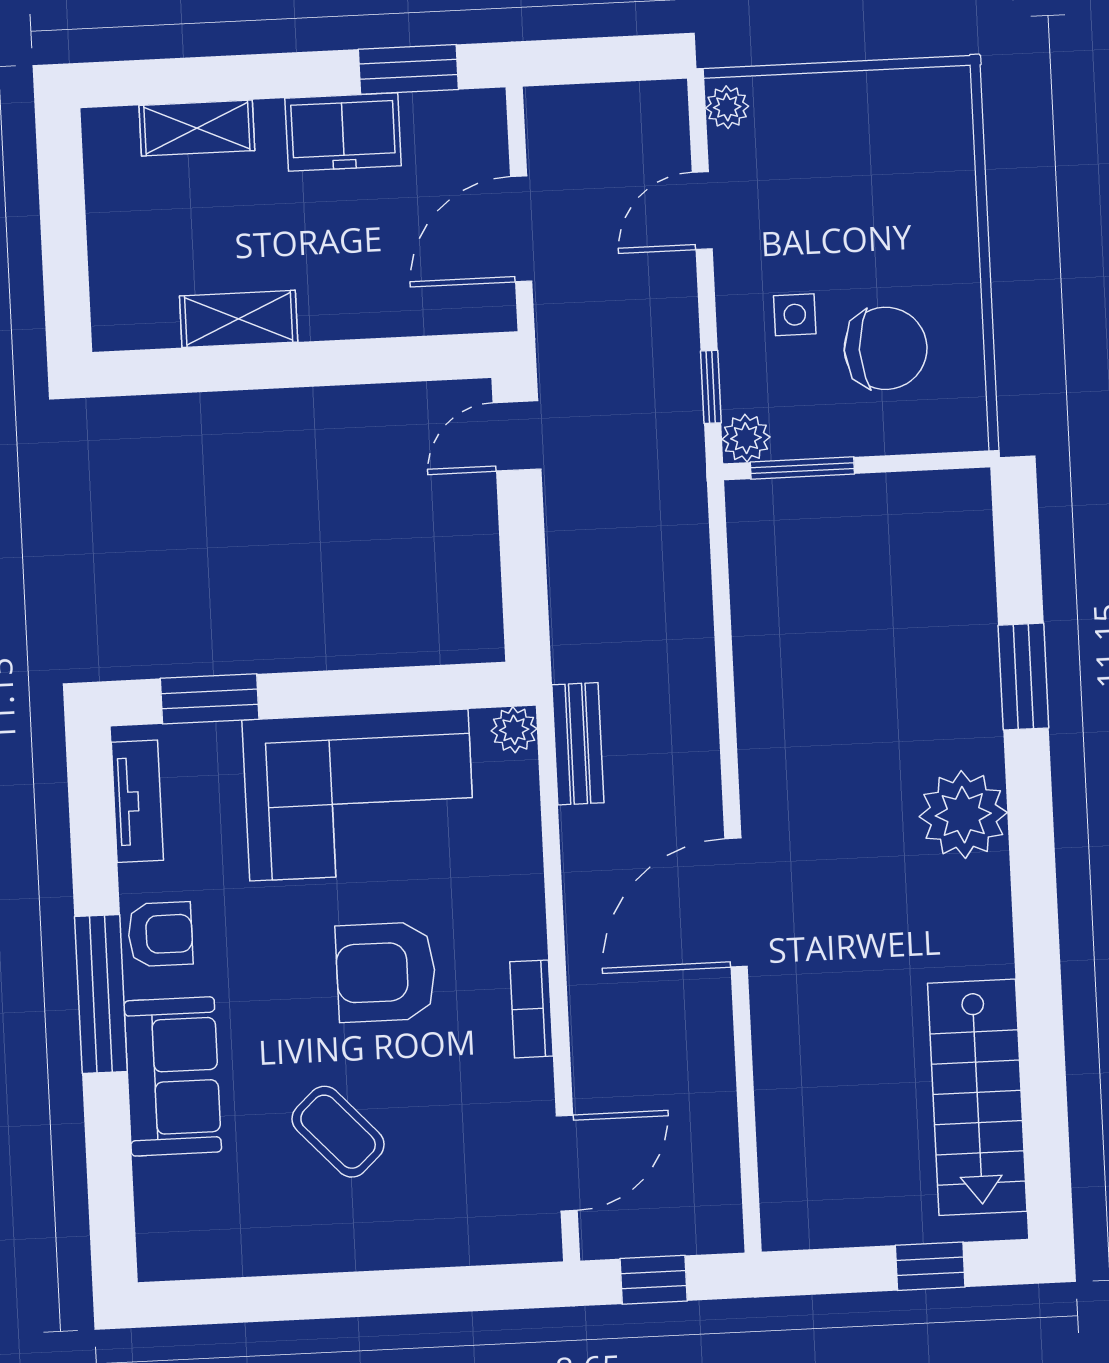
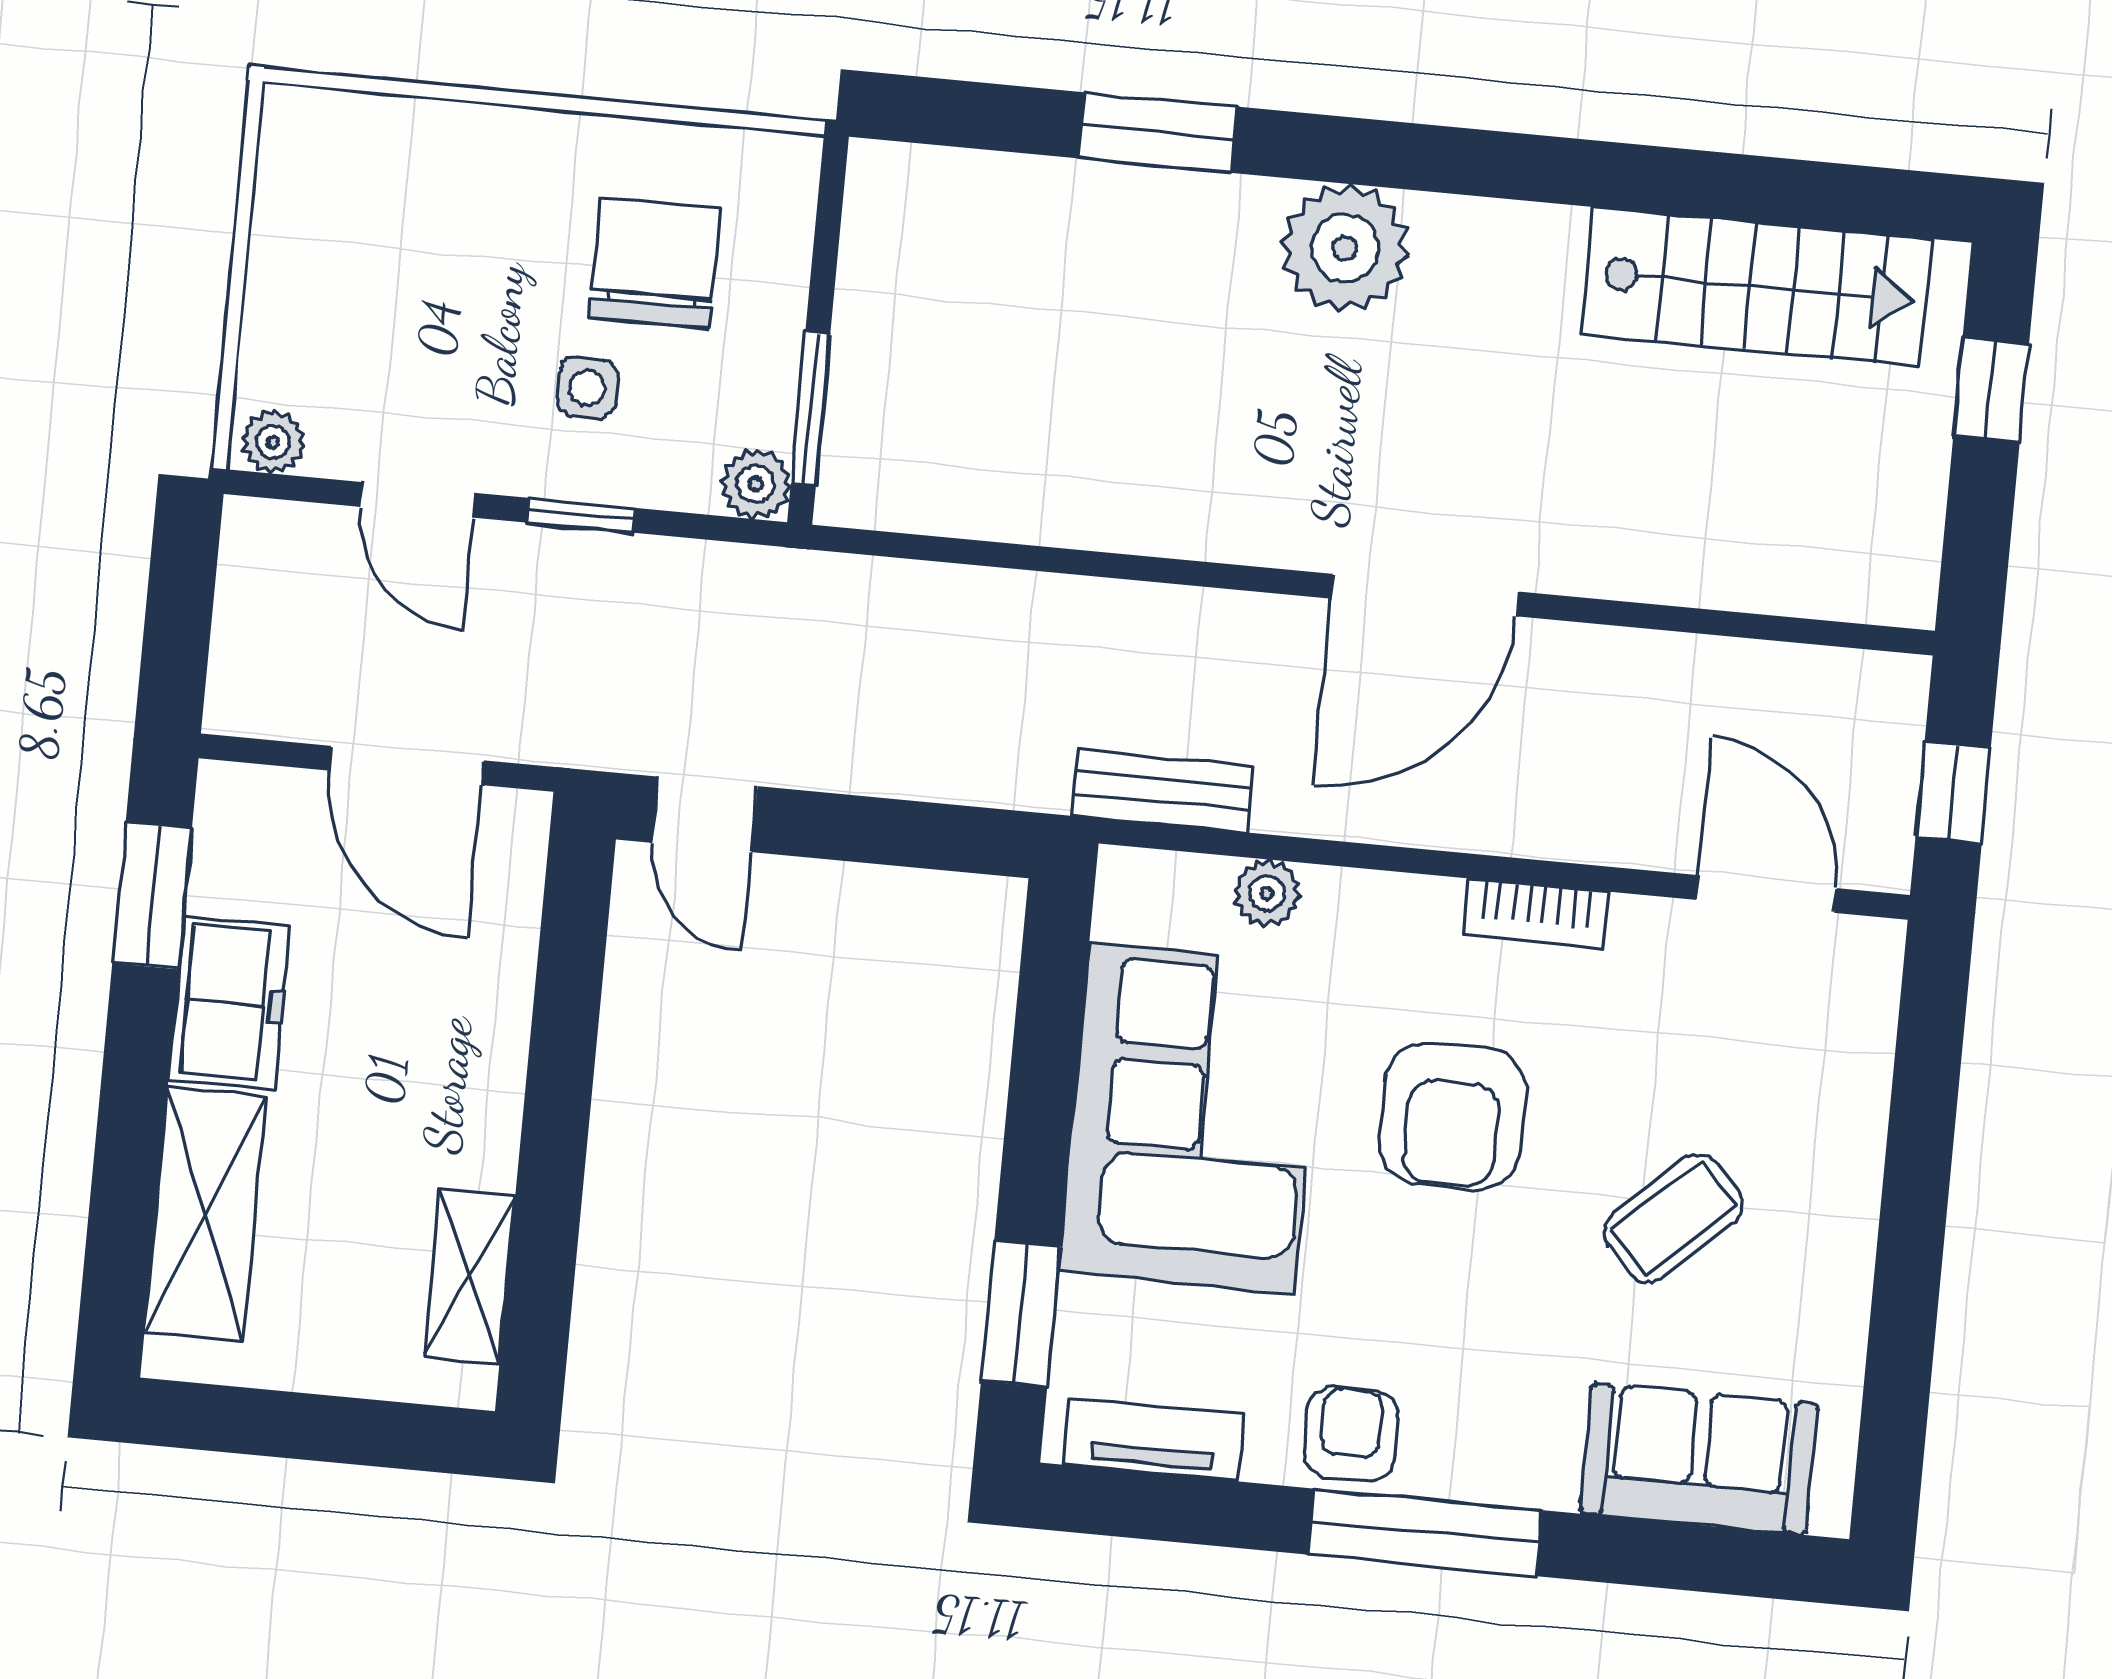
shelving: (197, 128) -> (205, 1214), width x1.50, depth x1.33
shelving: (239, 319) -> (470, 1276), moved
window: (711, 387) -> (581, 515), moved
plant: (514, 730) -> (1267, 893), moved
door: (736, 903) -> (1425, 595), hinge flipped
sofa: (173, 1076) -> (1699, 1459), moved

